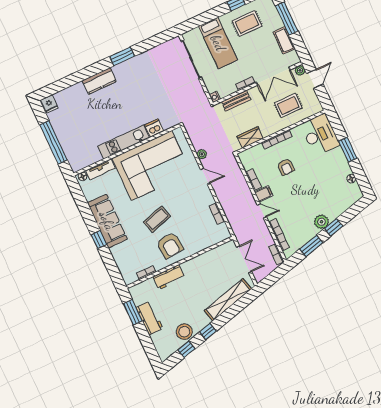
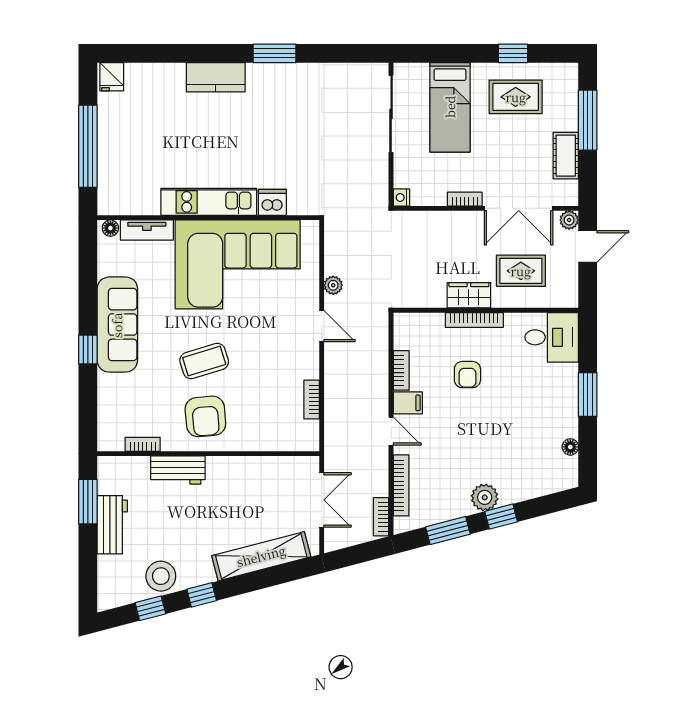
bench: (236, 101) -> (435, 221), removed
desk: (320, 135) -> (552, 337), width x0.73
wardrobe: (250, 137) -> (469, 295), moved

